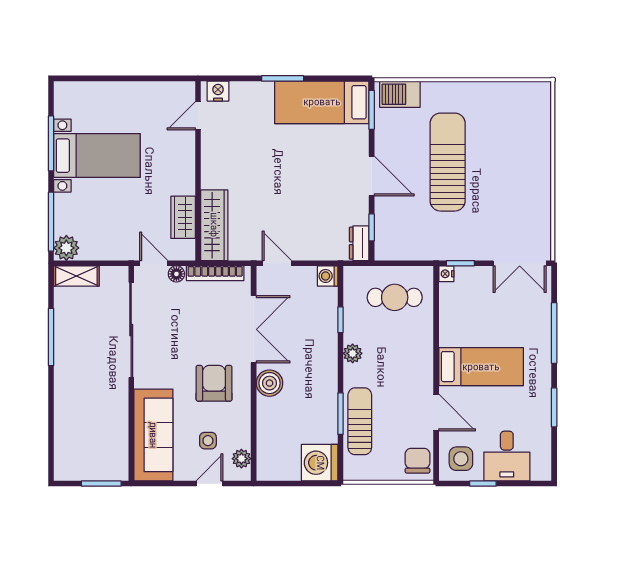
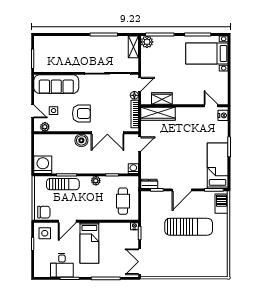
bed with nightstands: (97, 156) -> (207, 54), moved, turned 90
desk: (507, 456) -> (62, 265), moved, turned -90

